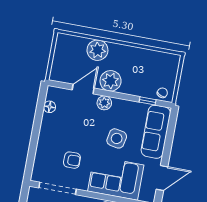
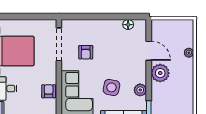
plant: (97, 50) -> (189, 53), width x0.53, depth x0.53
plant: (104, 103) -> (140, 90), moved

